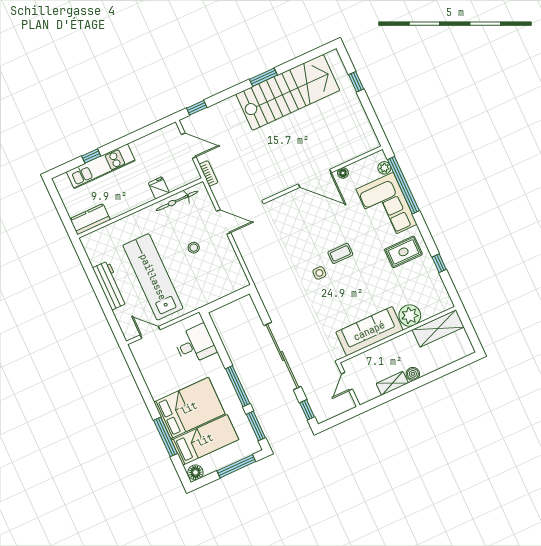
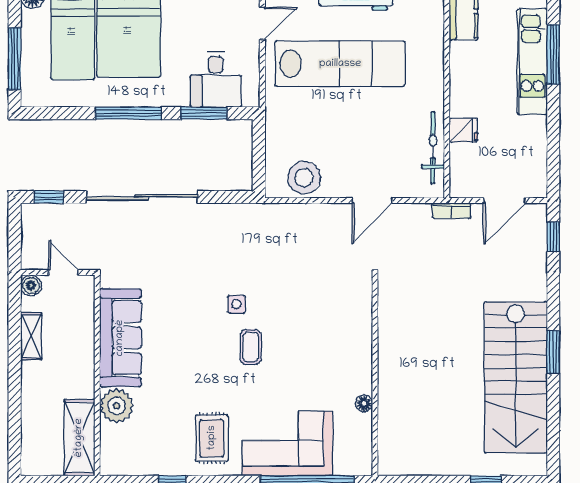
window: (91, 156) -> (553, 54), width x2.17
plant: (384, 168) -> (344, 466), removed
door: (315, 178) -> (375, 359), removed
stool: (194, 248) -> (304, 178), moved, width x1.89, depth x1.89
boiler: (413, 374) -> (31, 286), moved
window: (256, 426) -> (204, 113), moved

